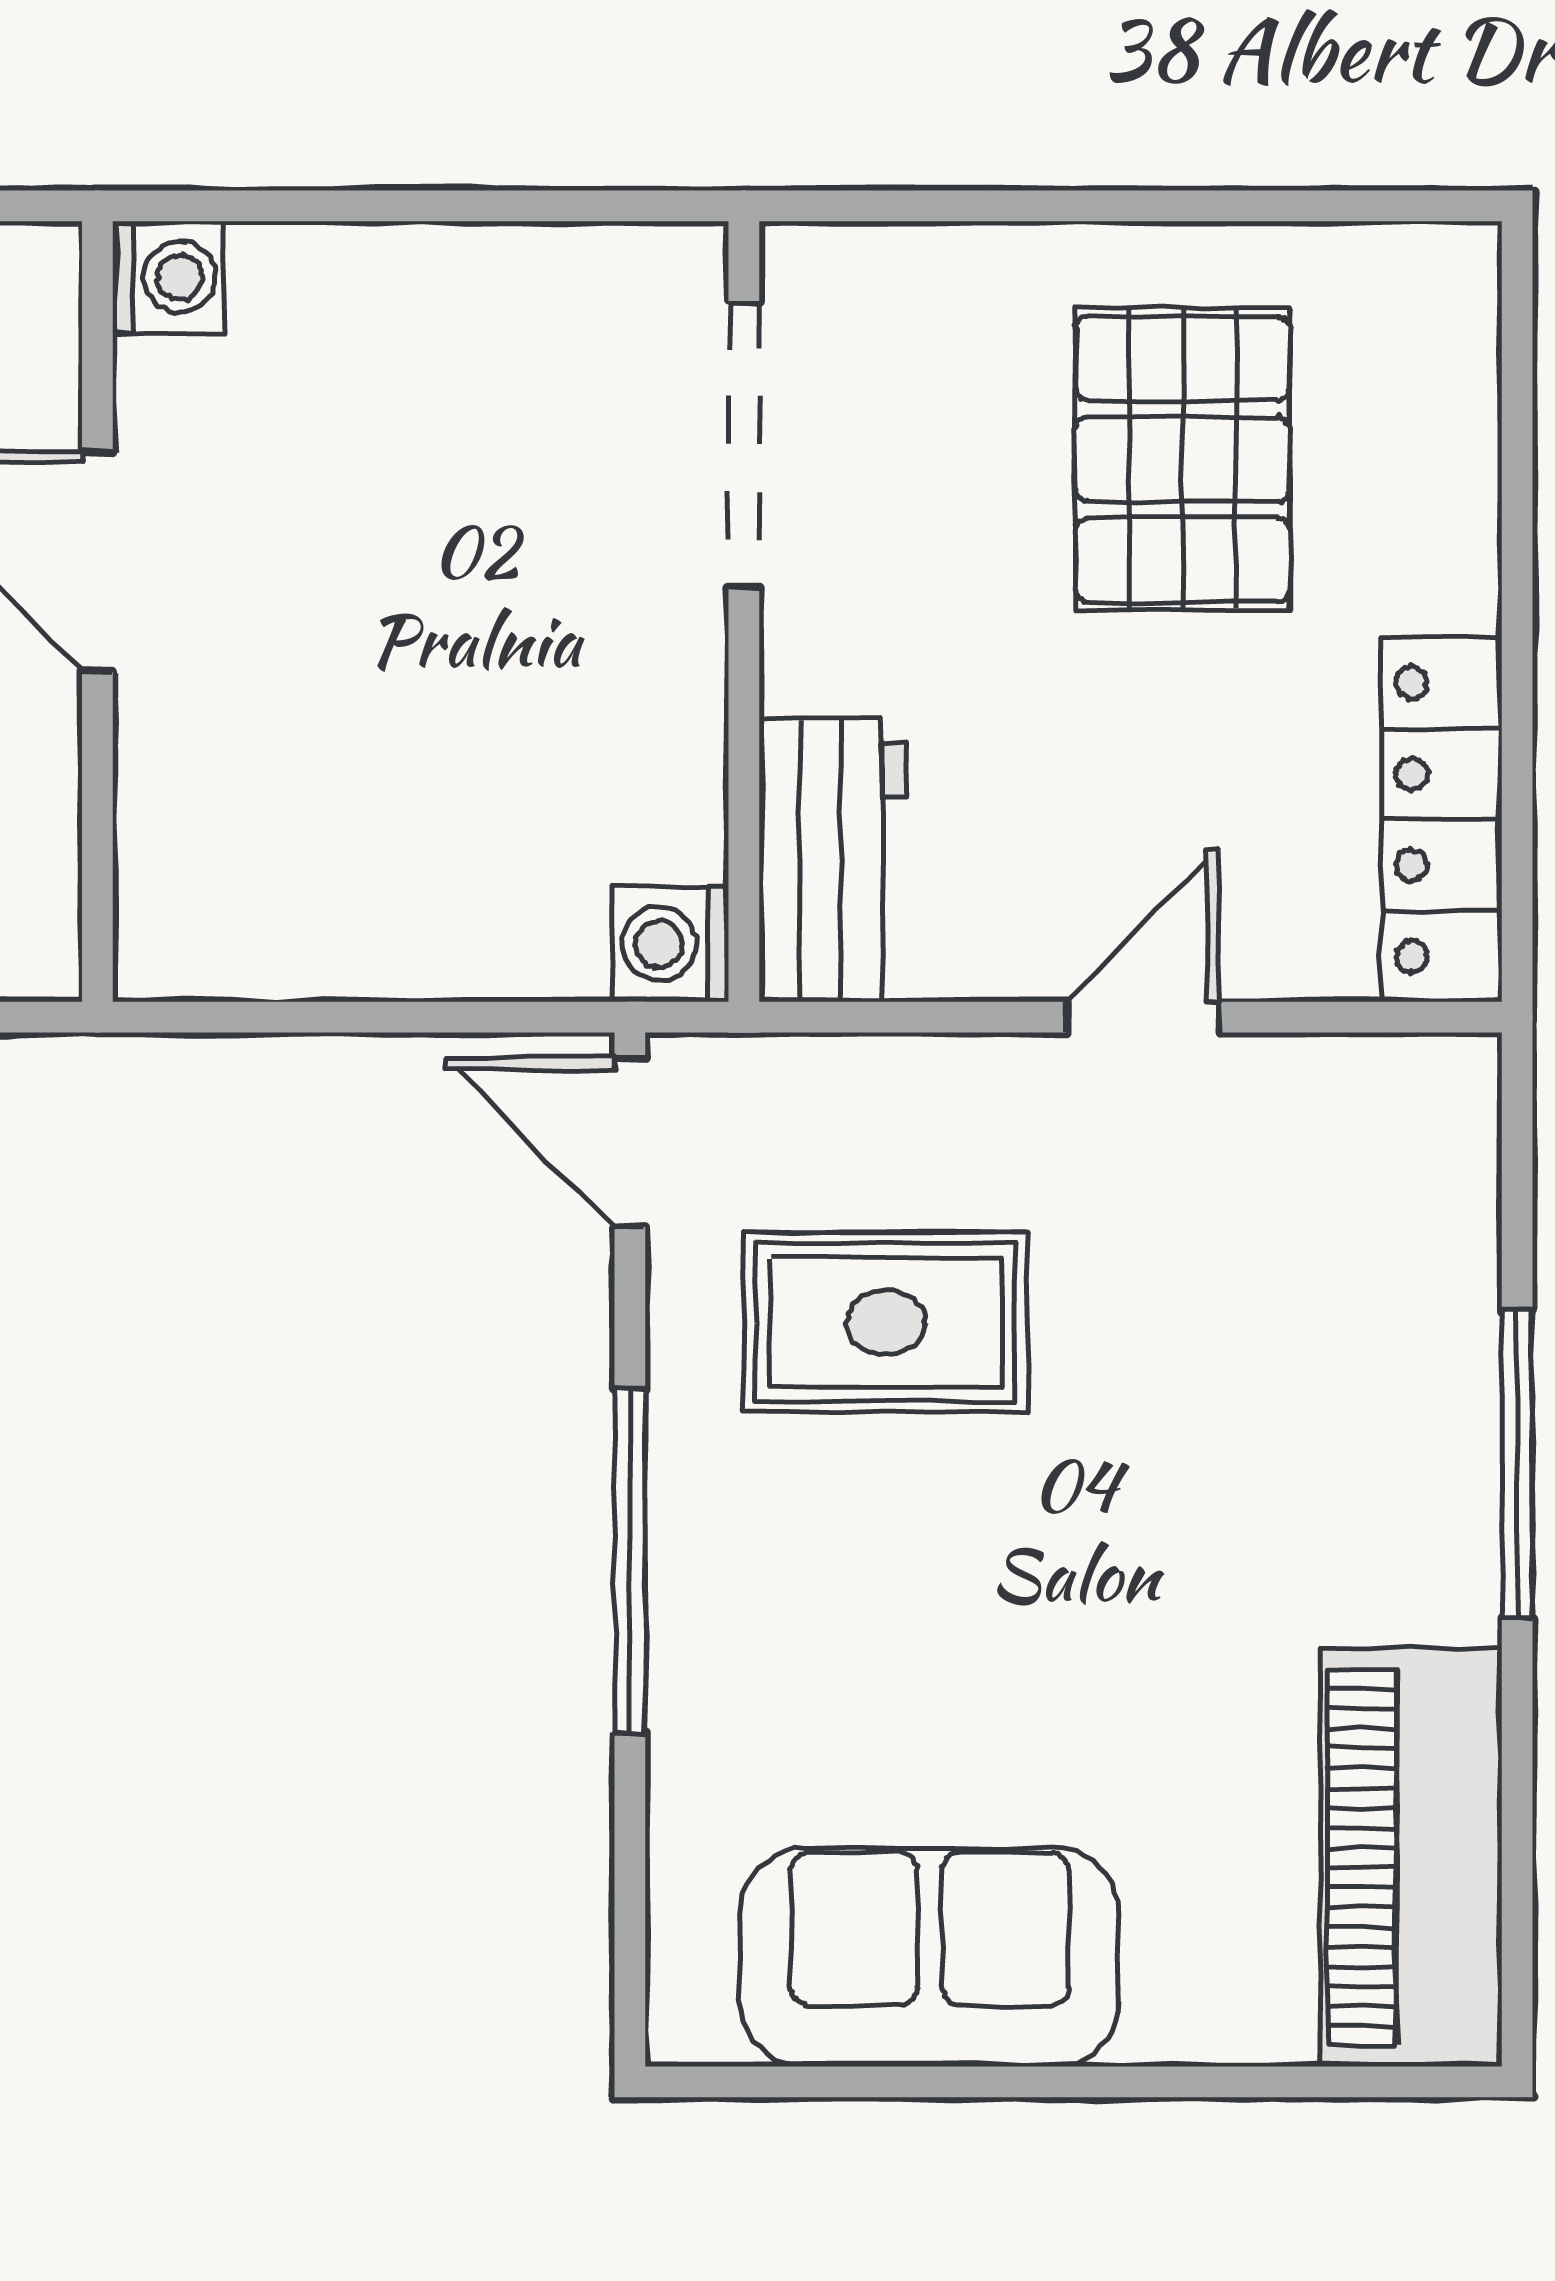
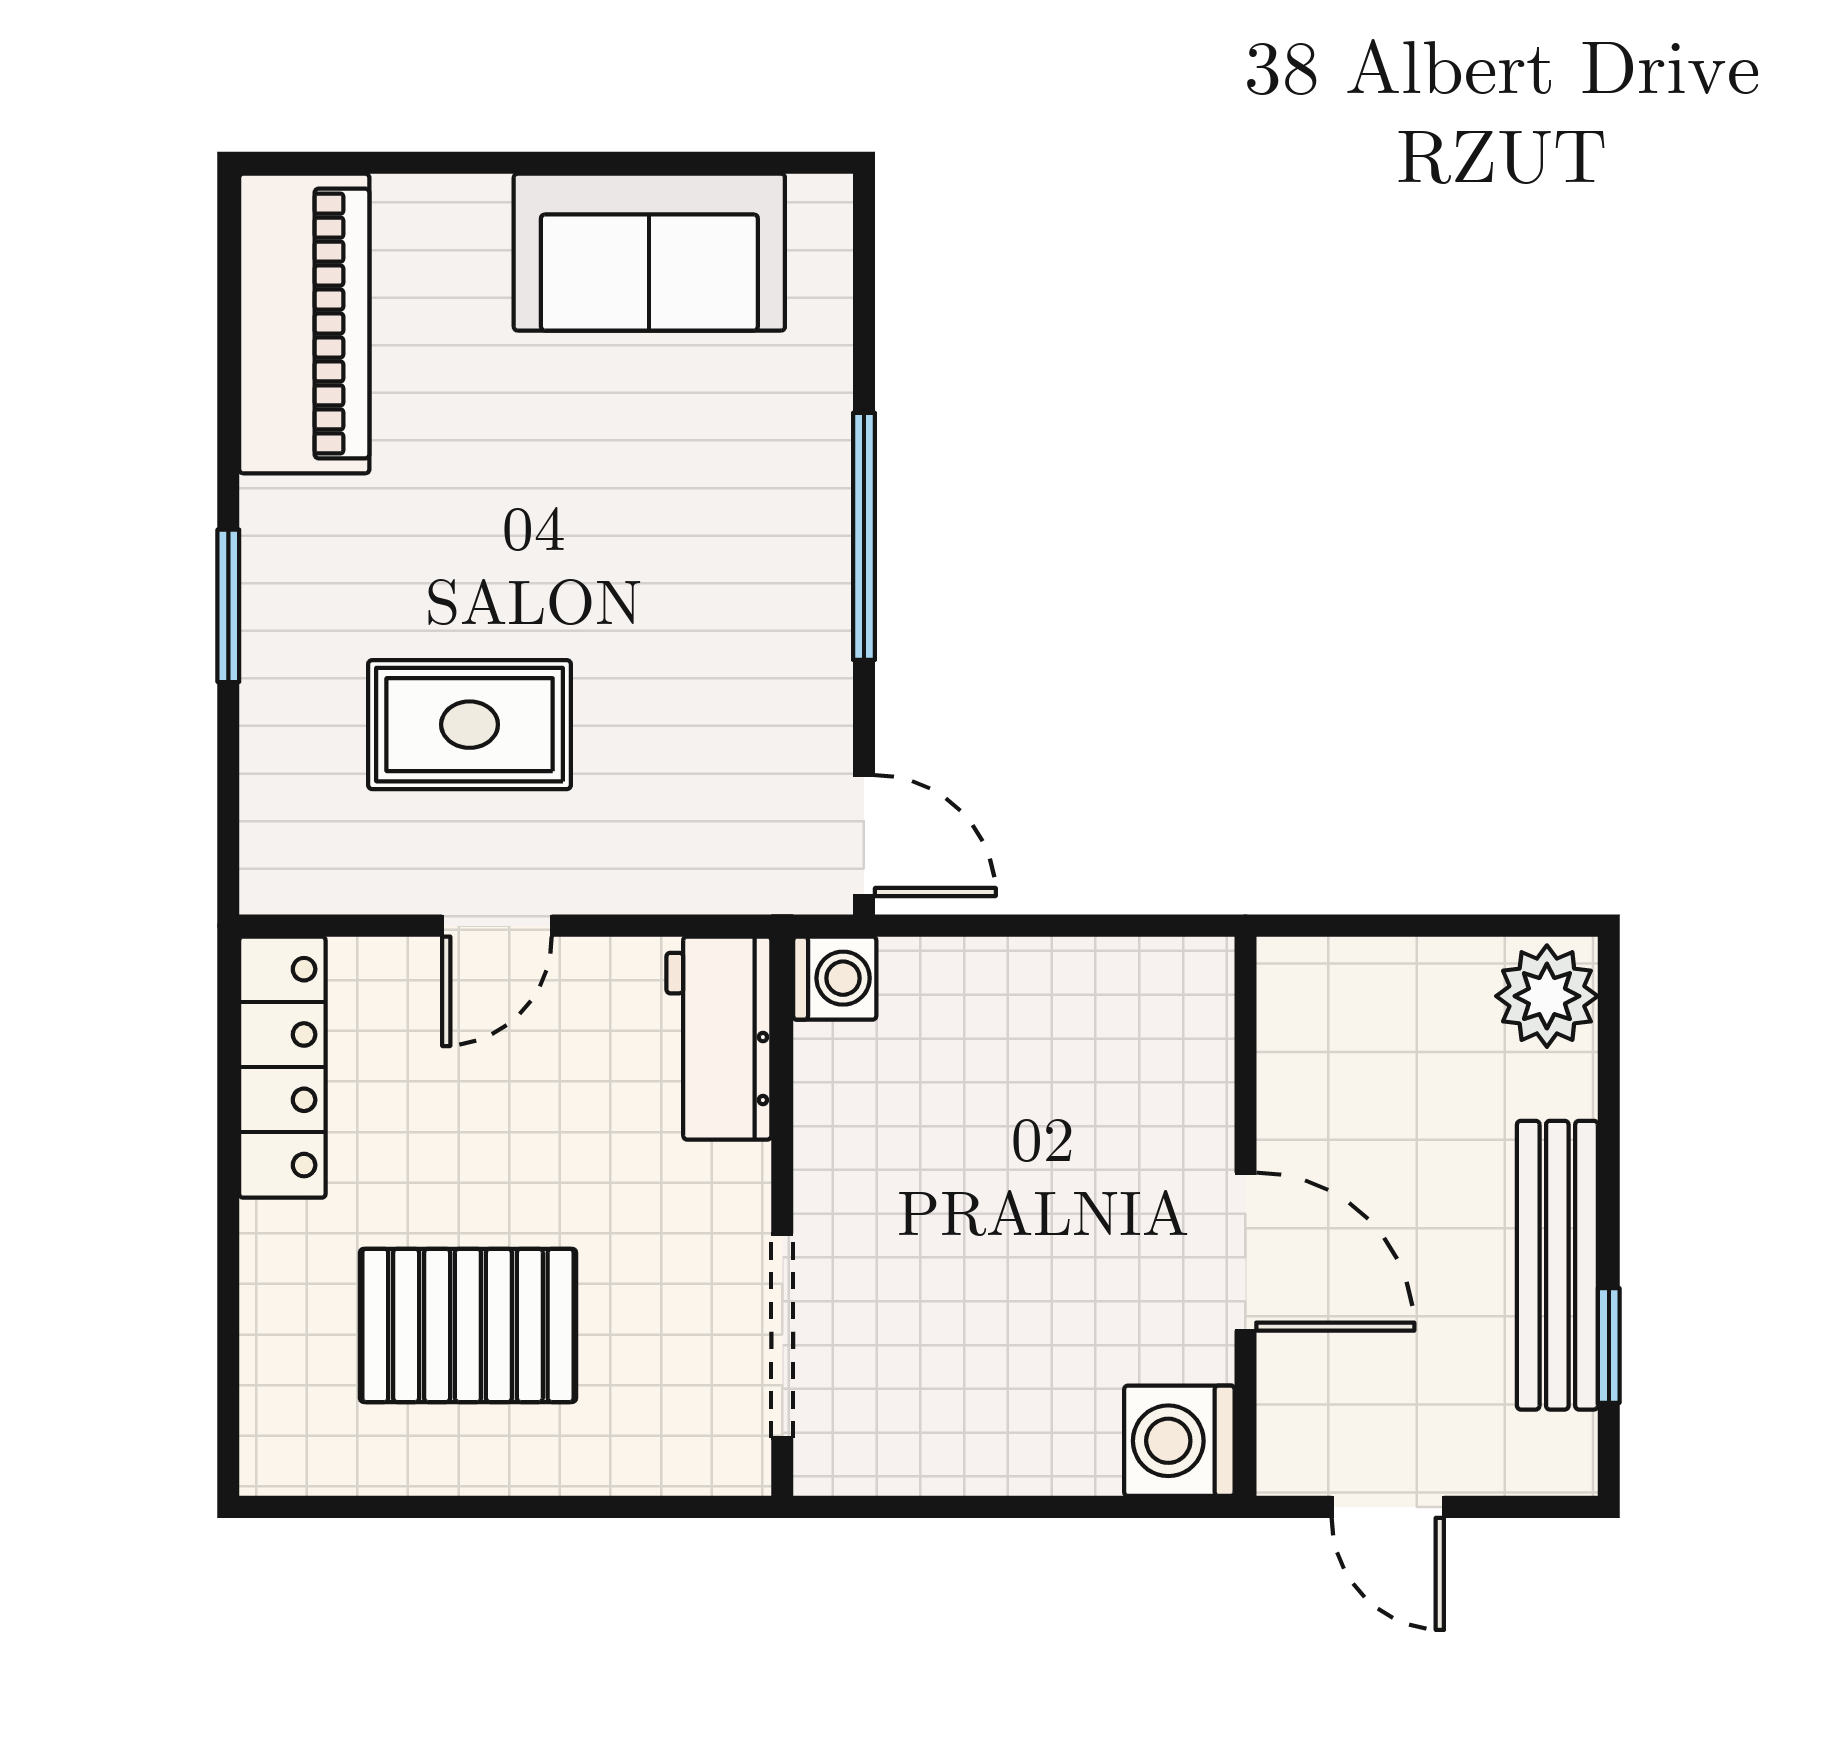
washing machine: (169, 277) -> (1179, 1441), width x1.38, depth x1.38
pallet: (1183, 459) -> (468, 1325), turned 90
rug: (886, 1322) -> (470, 725), moved
window: (1517, 1464) -> (228, 606), width x0.69

